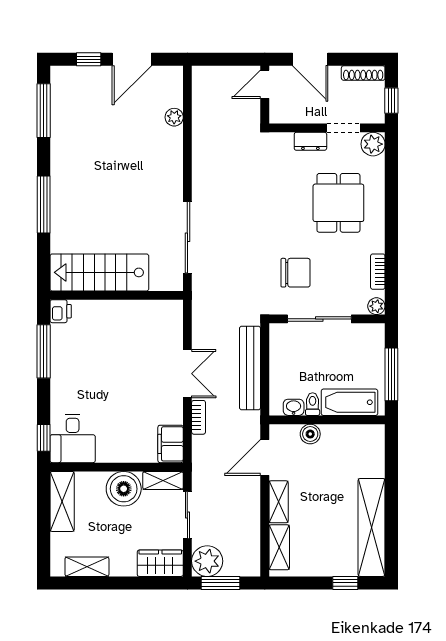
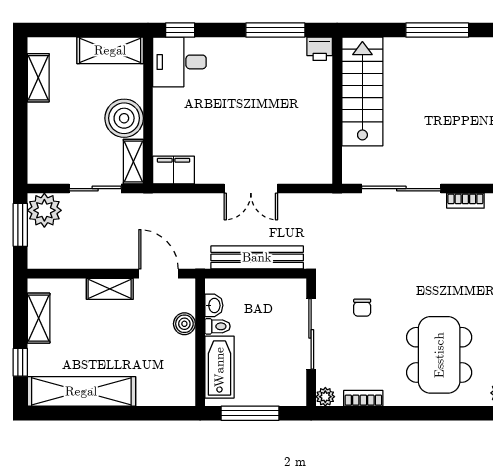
dining table: (338, 203) -> (439, 355), width x1.38
chair: (295, 273) -> (362, 308), width x0.54, depth x0.54
bookcase: (199, 417) -> (465, 201), moved
shelving: (279, 547) -> (39, 318), moved, turned 90
wardrobe: (160, 563) -> (42, 158), removed

